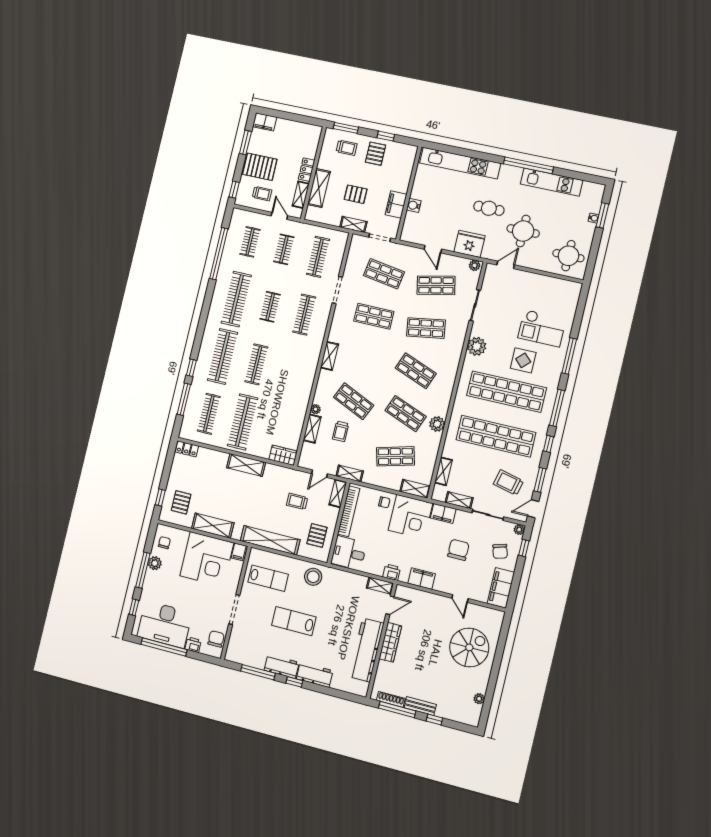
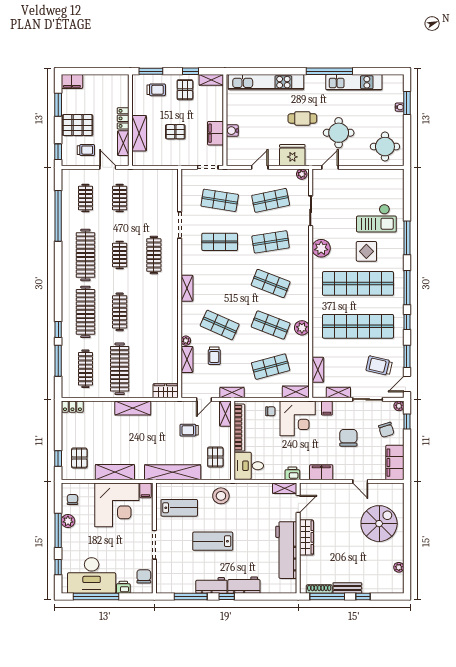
shelving: (353, 224) -> (211, 80), moved
door: (433, 249) -> (260, 167), swing flipped
clothes rail: (318, 257) -> (154, 198), removed
filing cabinet: (443, 513) -> (327, 408), width x0.50

